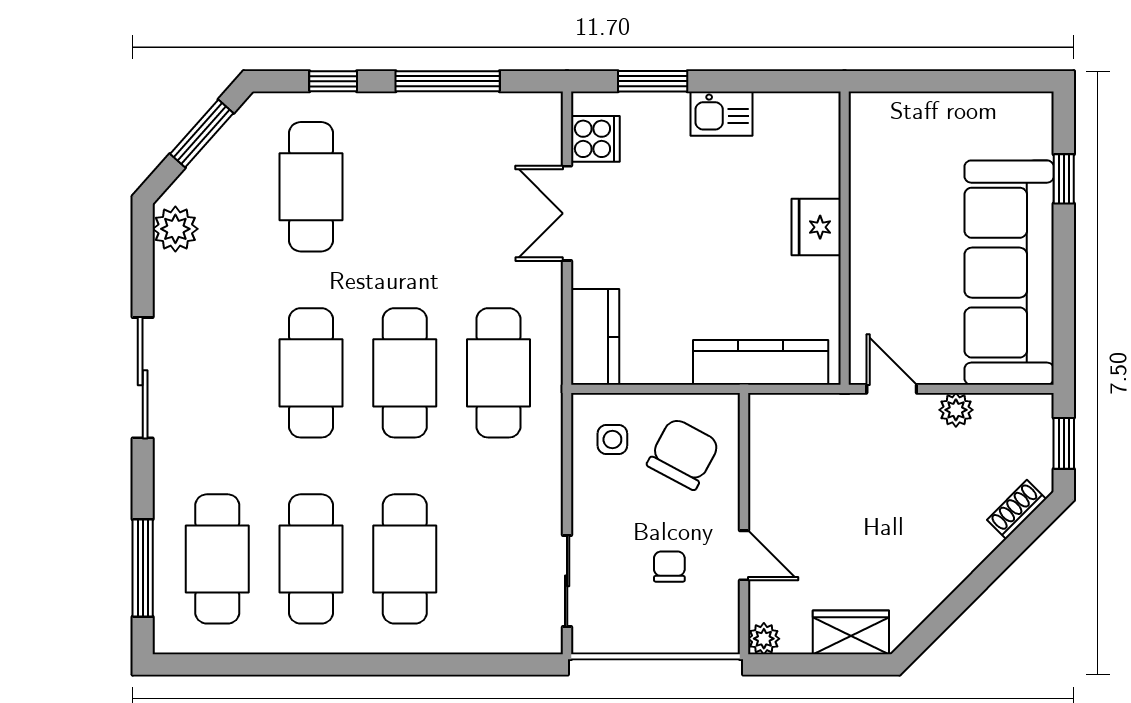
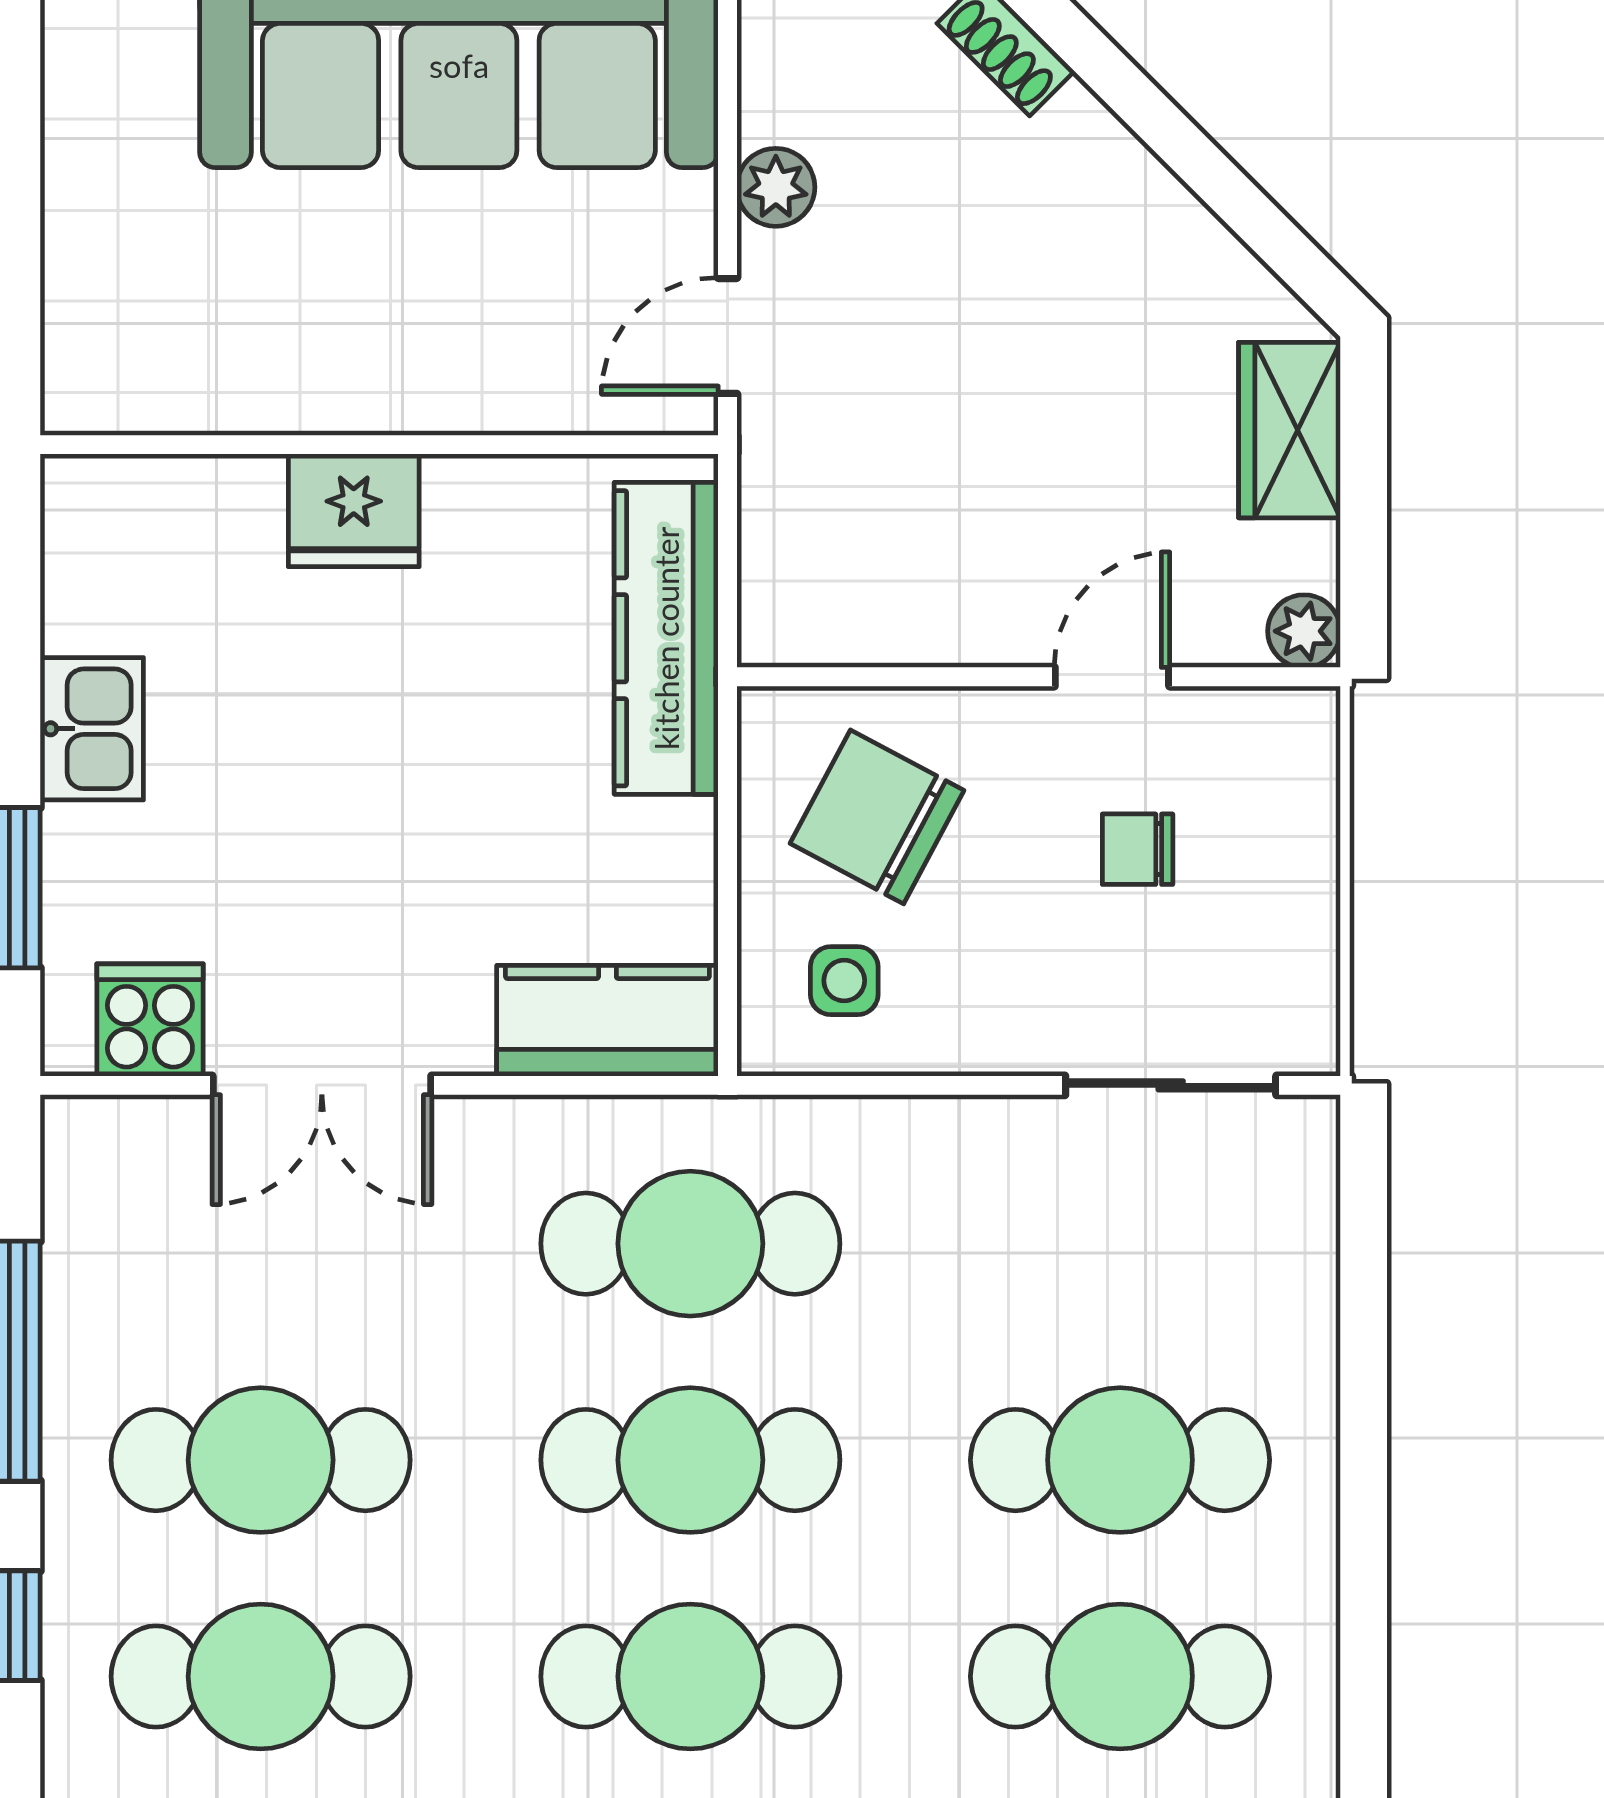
cafe table: (405, 187) -> (261, 1460), added

